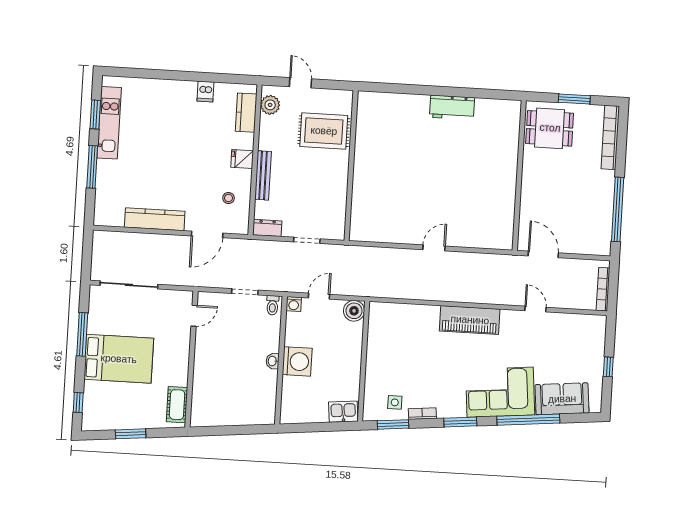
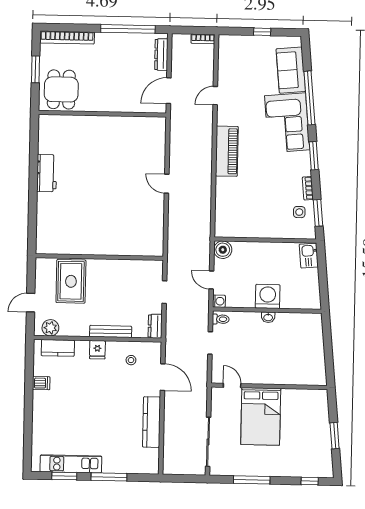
dresser: (586, 247) -> (161, 55), added
bookcase: (603, 289) -> (203, 39), width x0.64
bed: (119, 359) -> (261, 416), moved, turned 180
cot: (177, 405) -> (308, 397), removed

